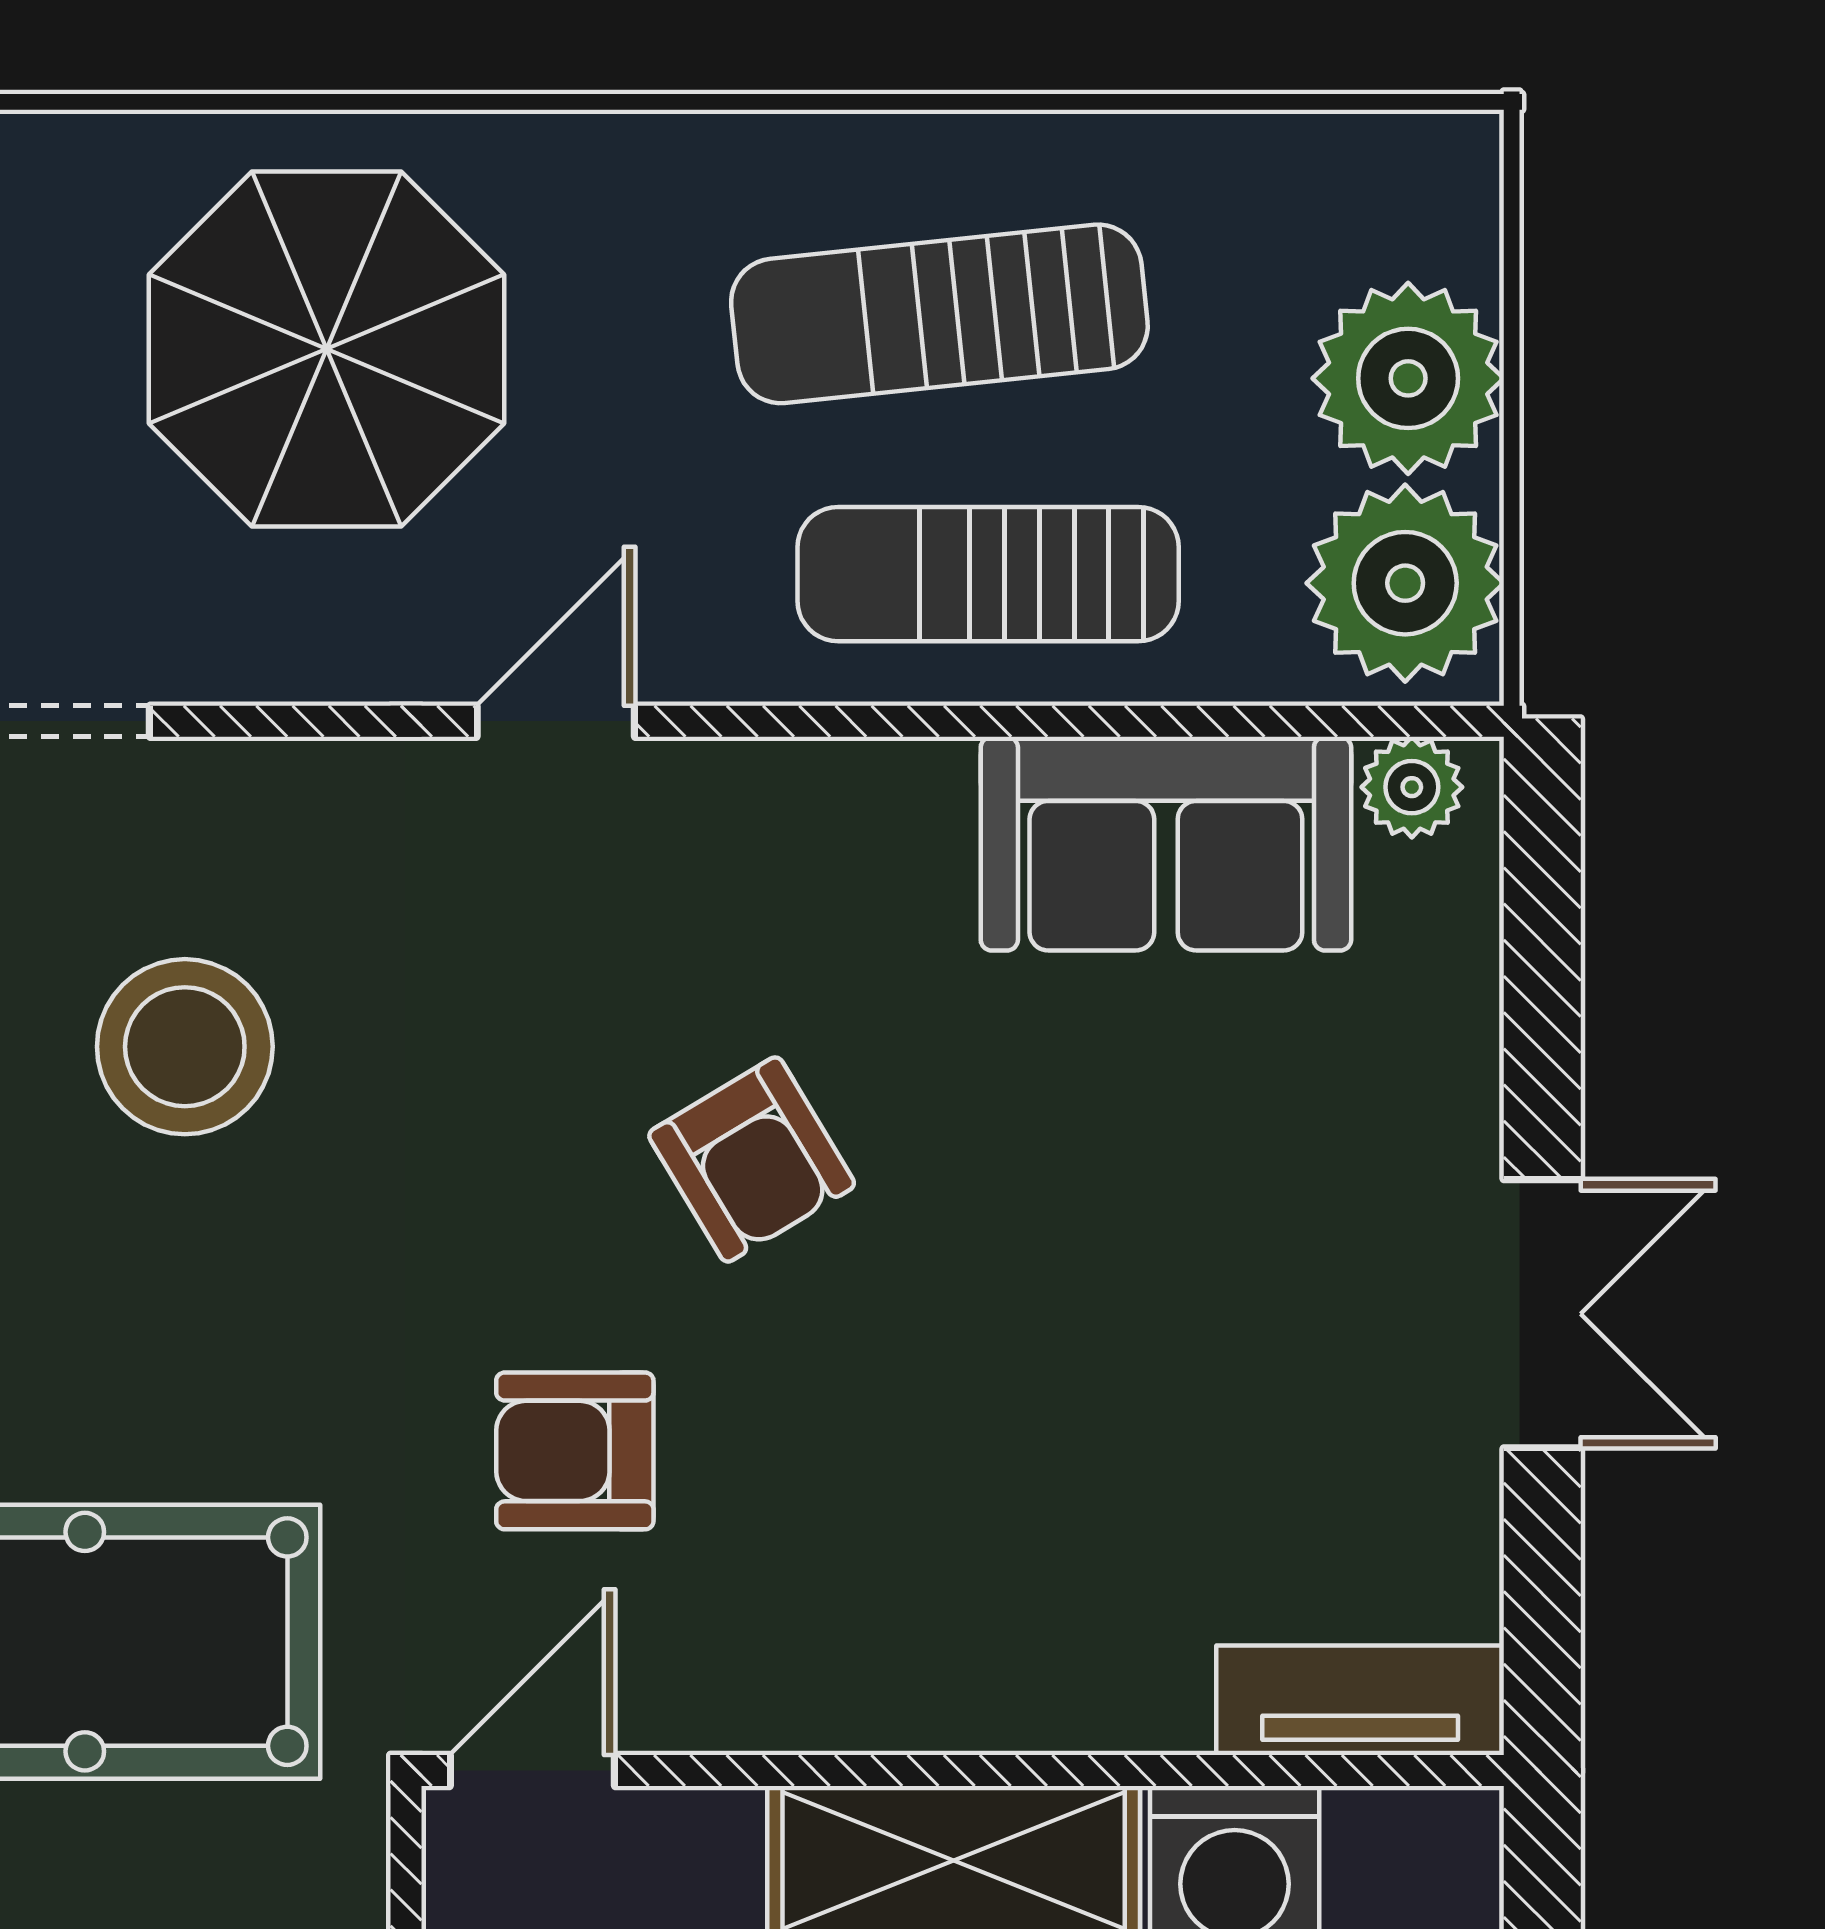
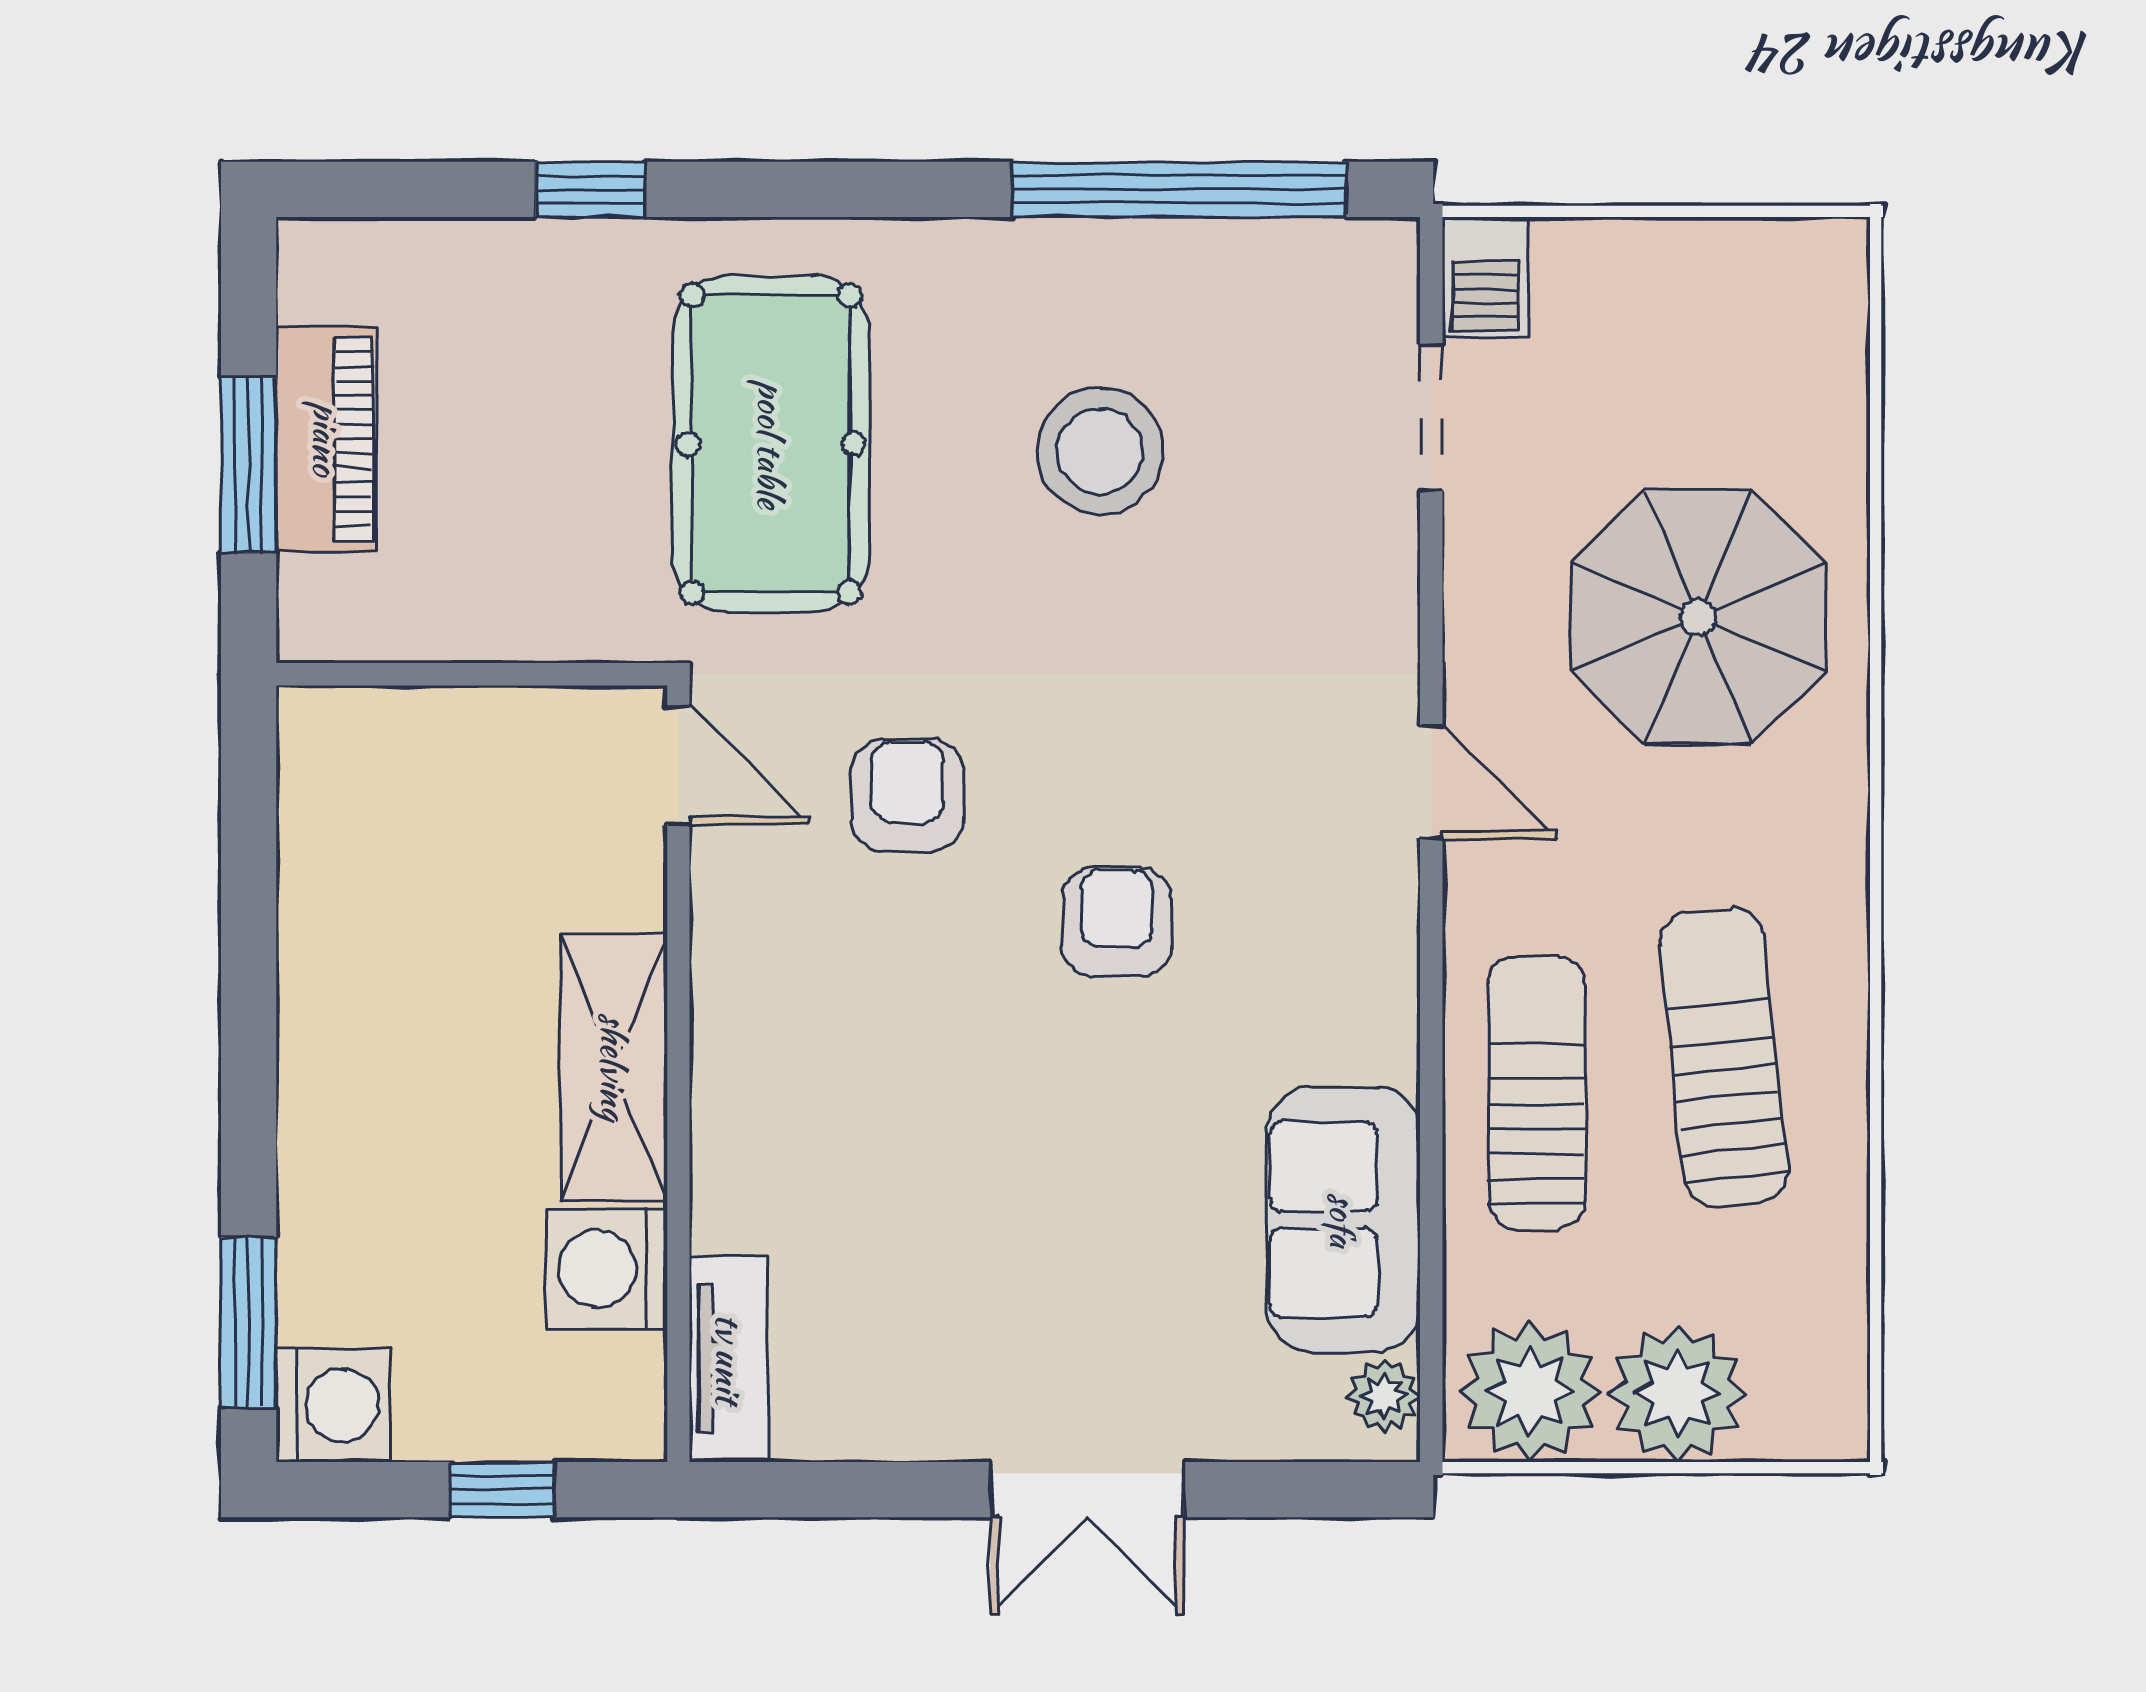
stool: (185, 1047) -> (1100, 451), moved
armchair: (752, 1159) -> (1117, 922), turned 121
double door: (1542, 1314) -> (1087, 1490), moved

